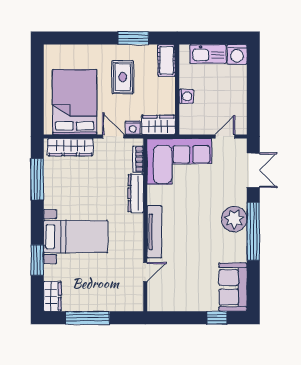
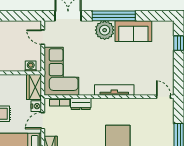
washing machine: (186, 96) -> (31, 66), moved
dresser: (136, 193) -> (81, 104), width x0.70
door: (145, 272) -> (164, 97), moved
sofa: (233, 287) -> (133, 31), moved

